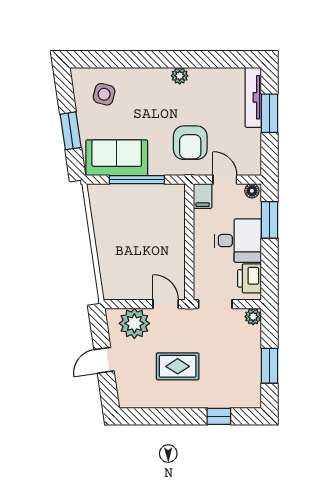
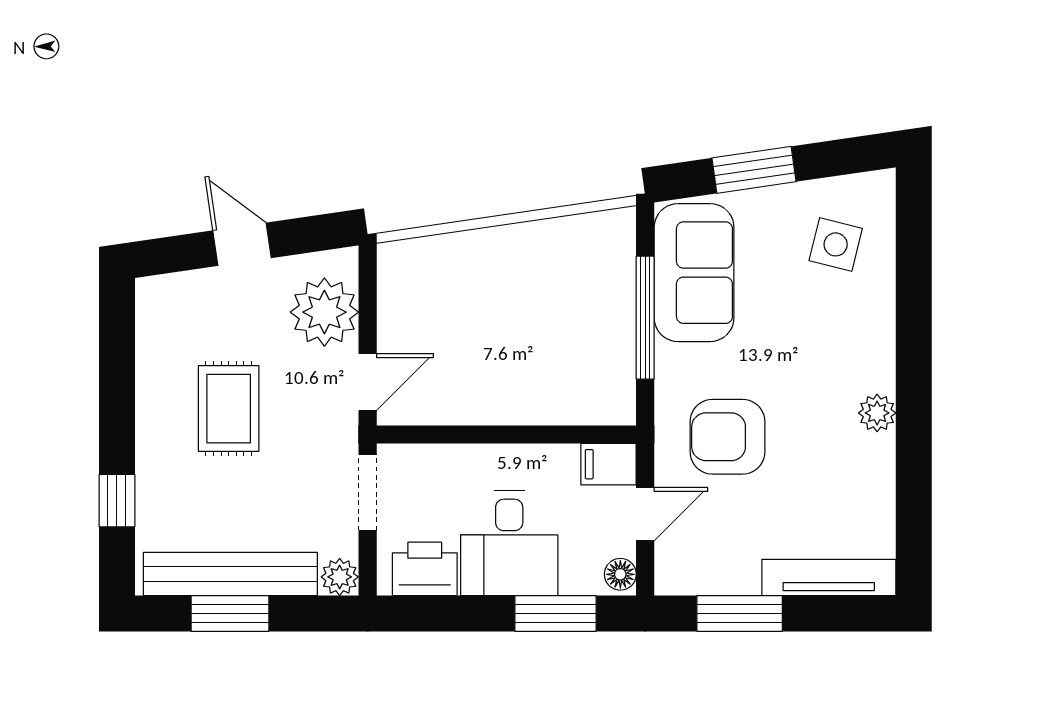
window: (269, 113) -> (740, 614), moved
bench: (252, 366) -> (230, 574), added

